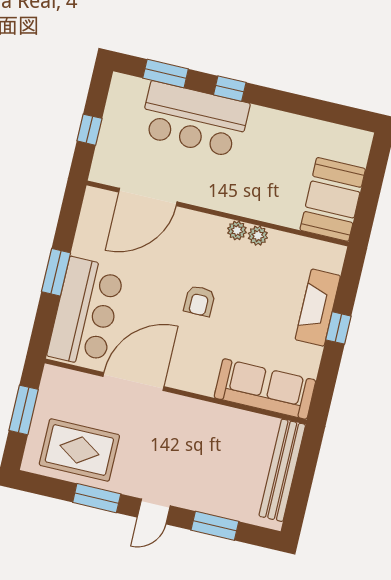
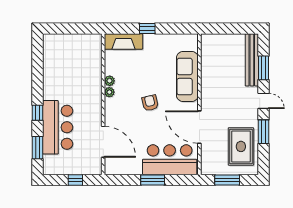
booth: (333, 199) -> (82, 47), removed
armchair: (199, 301) -> (150, 103), turned -103
fireplace: (318, 308) -> (124, 41), moved
sofa: (265, 389) -> (187, 77), moved
bench: (282, 470) -> (252, 60), moved, turned 90

